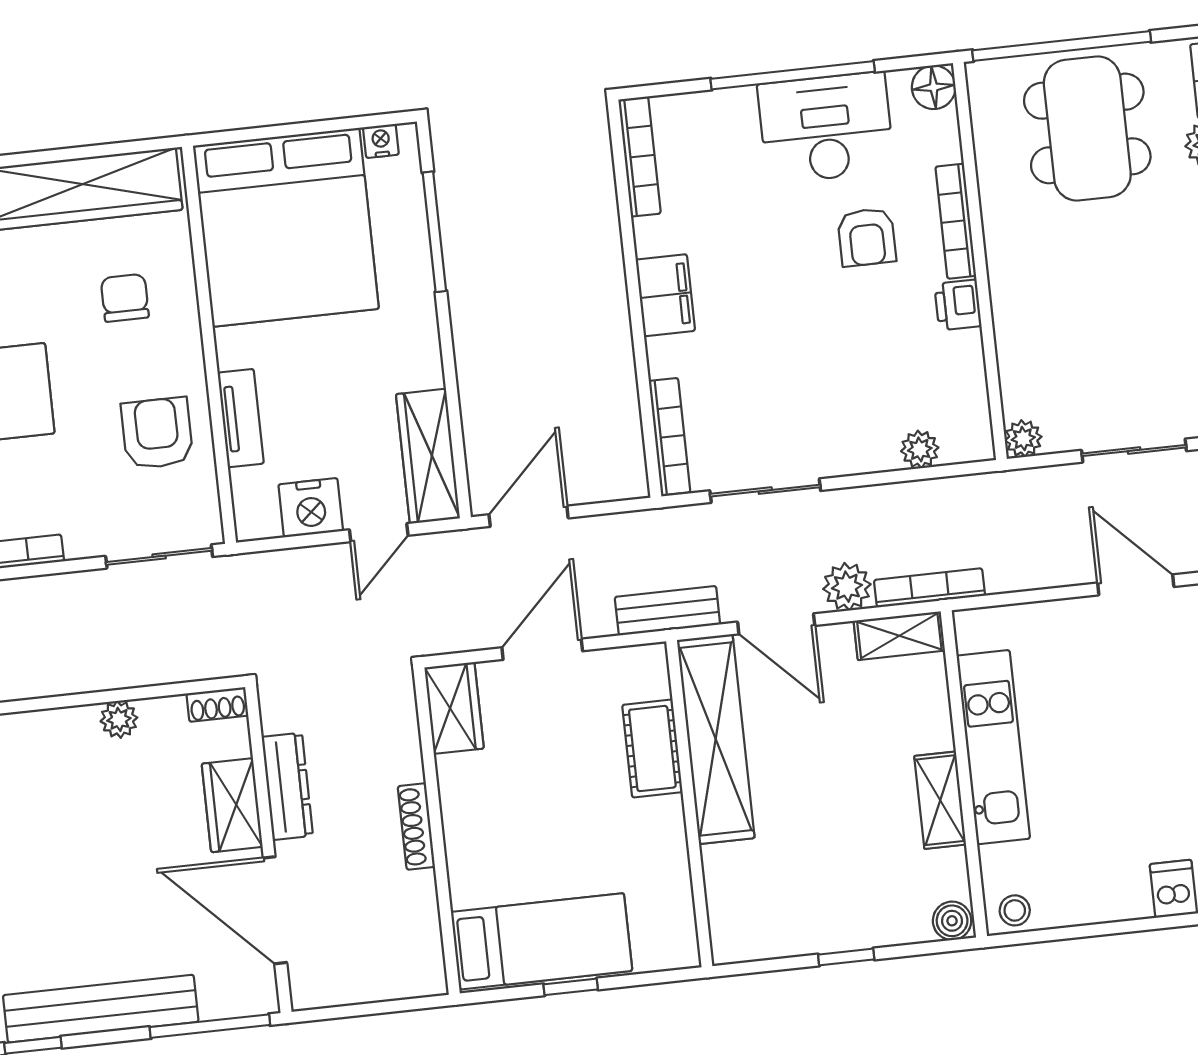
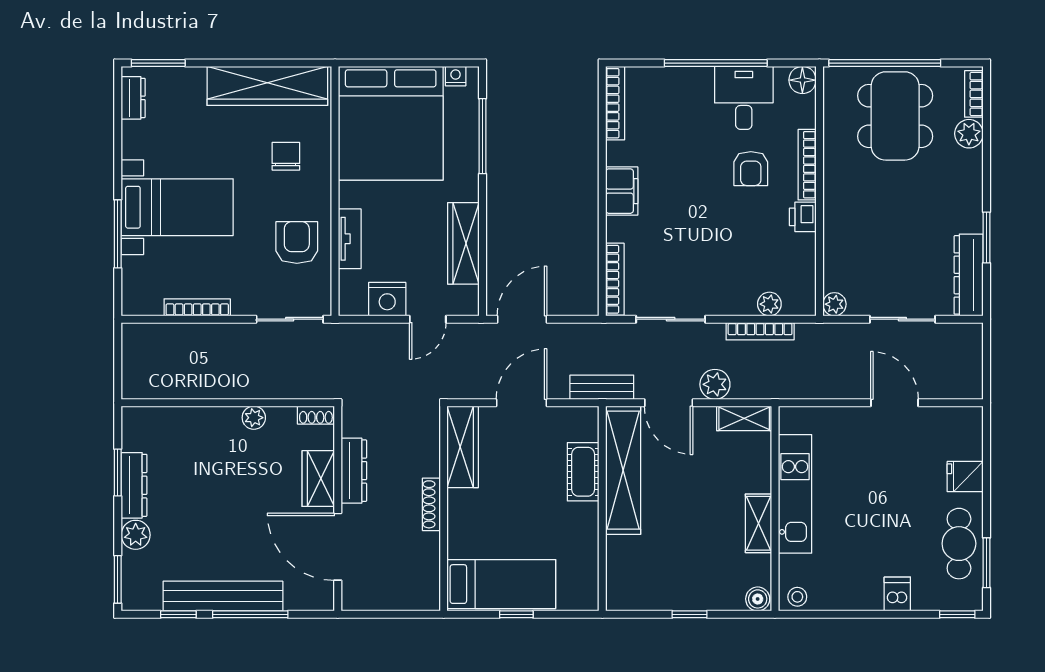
desk: (826, 128) -> (744, 98), width x0.73
wardrobe: (428, 456) -> (463, 243), moved
bookcase: (930, 588) -> (760, 331), moved, turned 180
wardrobe: (454, 708) -> (463, 447), width x1.50
window: (210, 1026) -> (250, 614), moved

